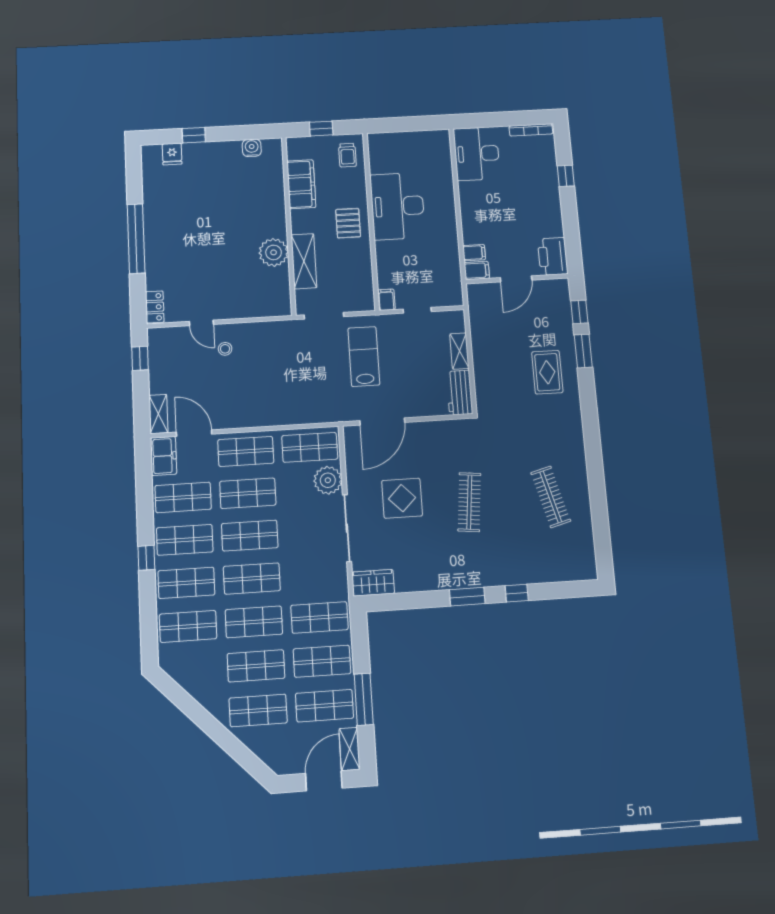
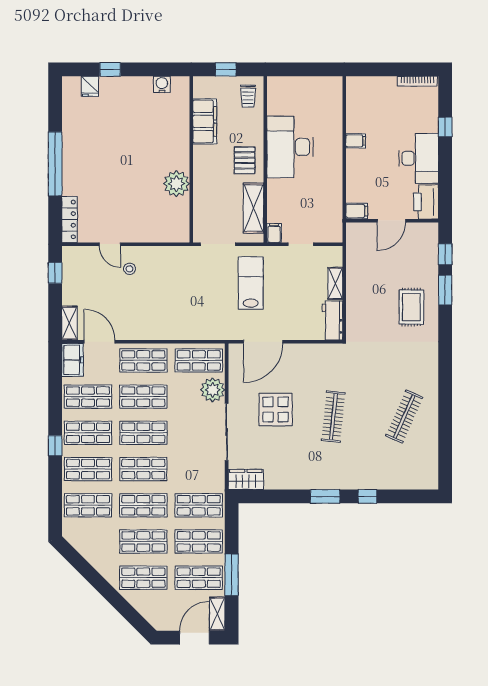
desk: (477, 154) -> (419, 158), moved, turned 180
filing cabinet: (474, 253) -> (356, 141), moved
shelving: (304, 261) -> (254, 208), moved
locker: (155, 307) -> (69, 219), width x1.53
clothes rail: (551, 497) -> (404, 417), turned 39

